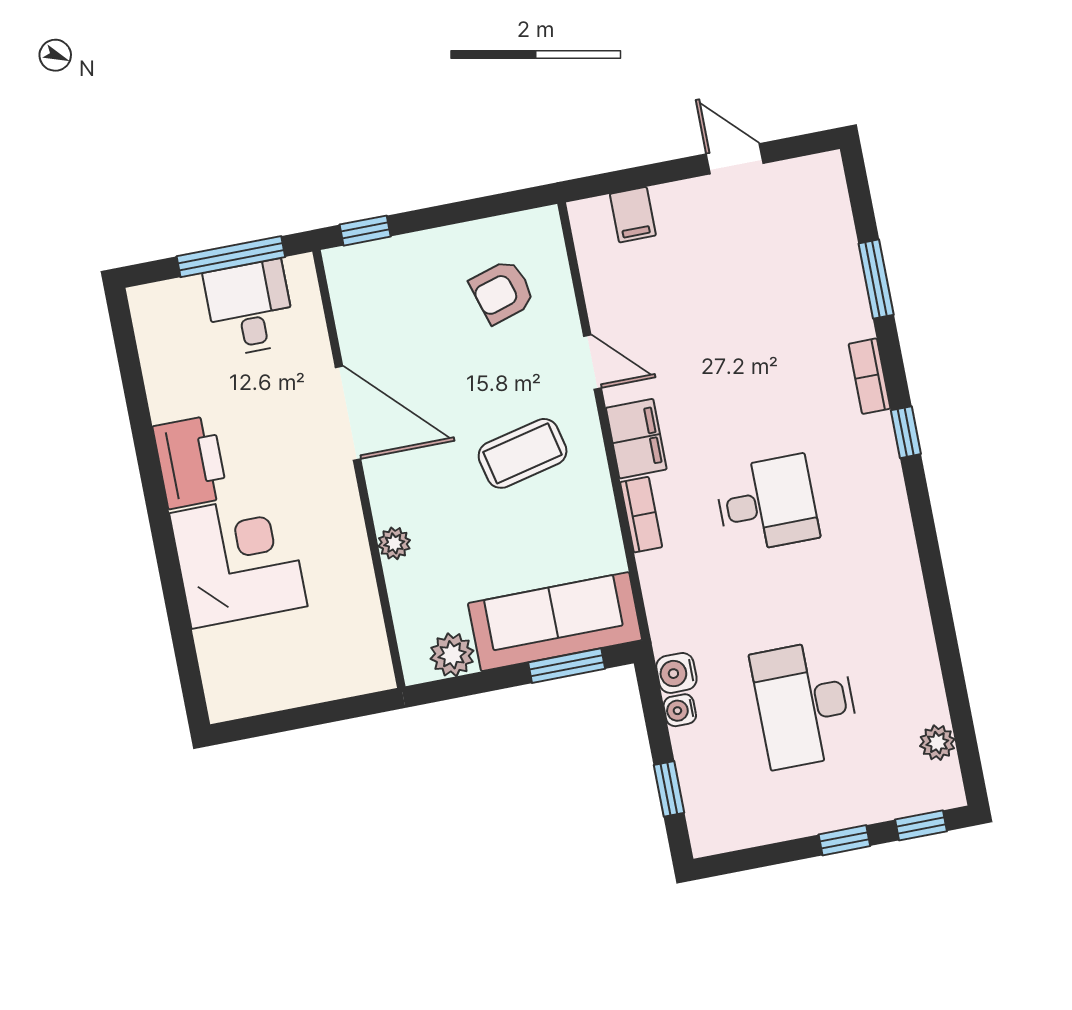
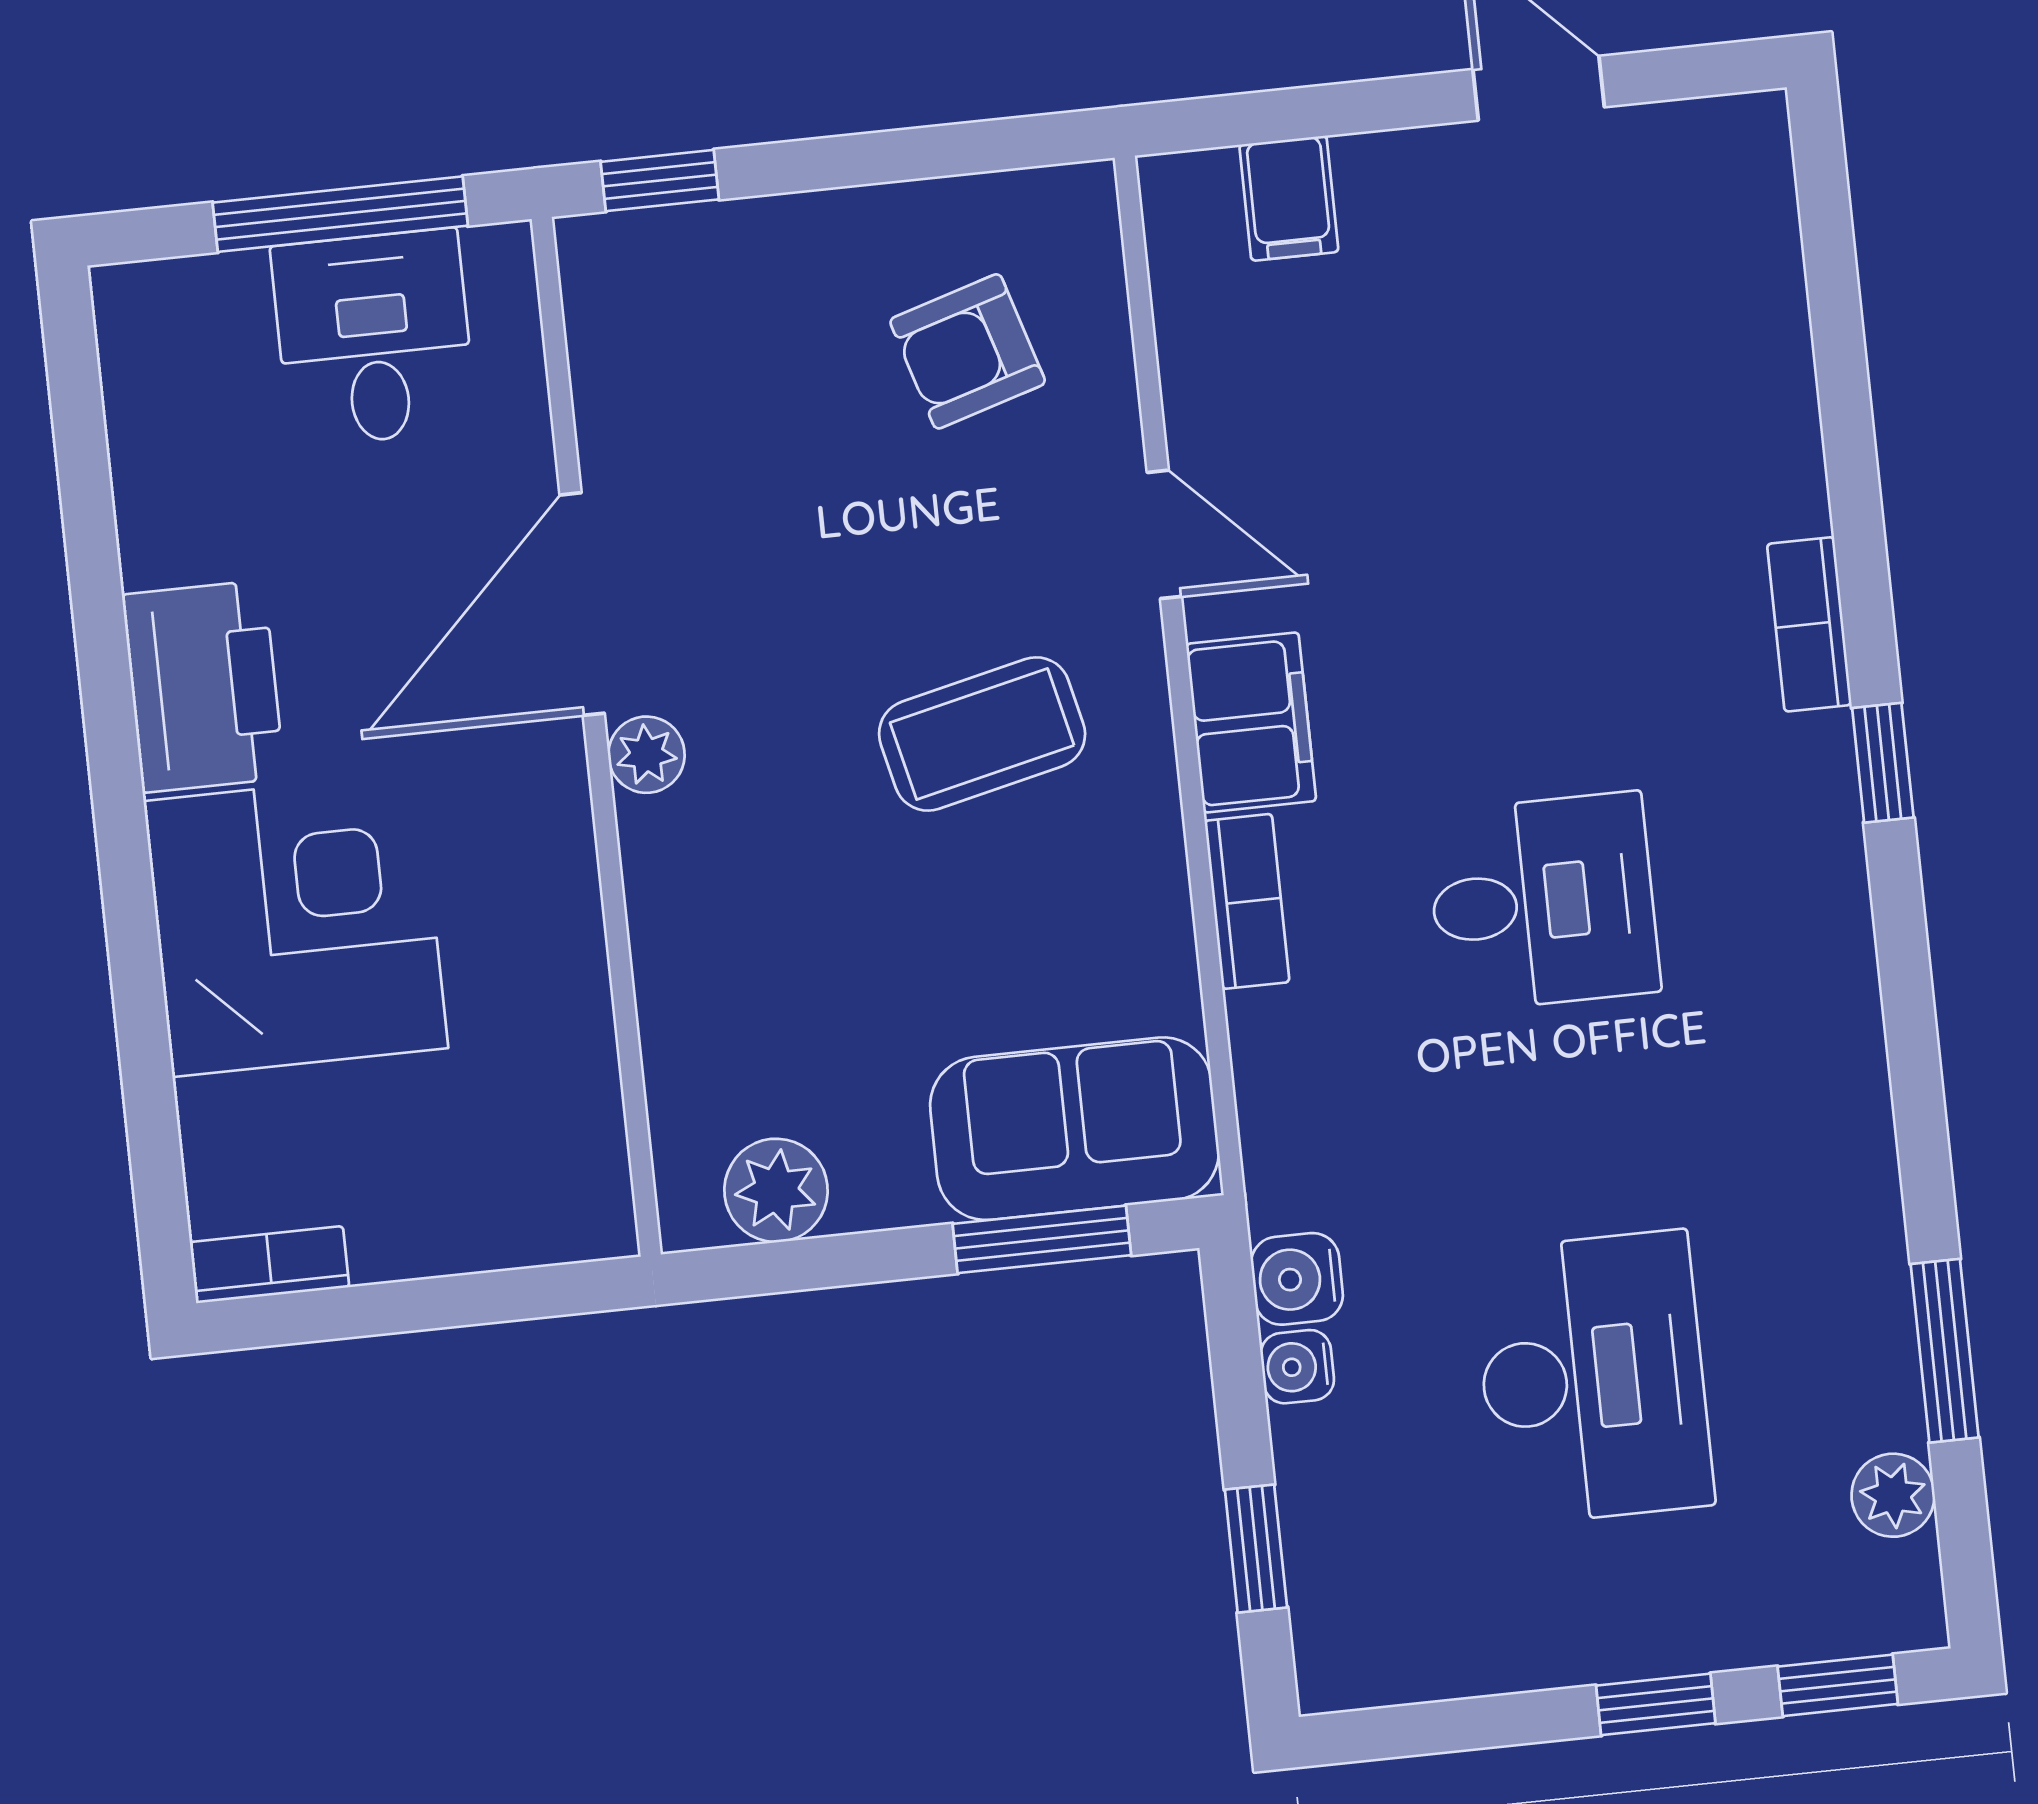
window: (876, 279) -> (1945, 1351), moved
door: (348, 413) -> (582, 604), swing flipped
plant: (394, 543) -> (646, 755), moved
sofa: (555, 622) -> (1075, 1129), width x0.73
desk: (806, 704) -> (1593, 1378), turned 180
bookcase: (240, 705) -> (270, 1265), added

